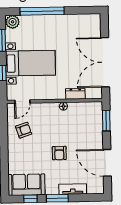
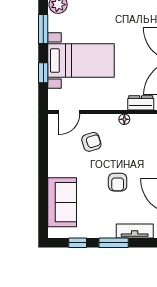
armchair: (24, 130) -> (91, 142), moved
sofa: (26, 185) -> (62, 202), moved, turned 90

